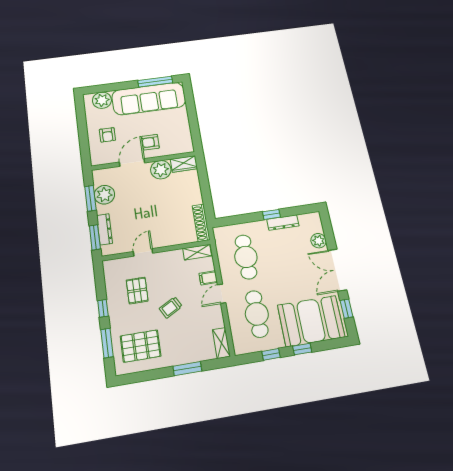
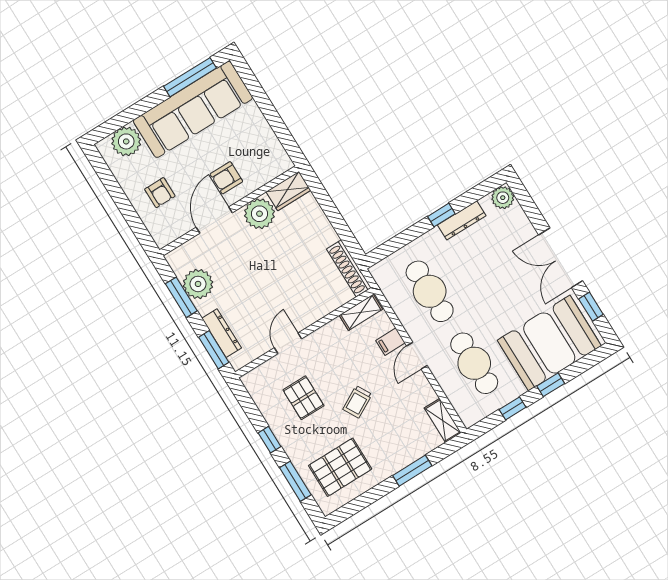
plant: (319, 241) -> (503, 198), moved

